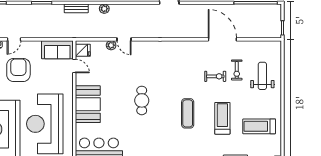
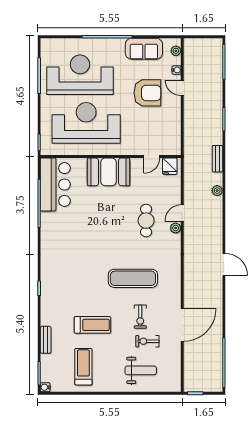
plant: (111, 45) -> (176, 228), moved
sofa: (57, 50) -> (171, 137), removed
cafe table: (142, 100) -> (146, 221), moved, turned 90
exercise mat: (188, 113) -> (133, 278), moved, width x1.36, depth x1.45

